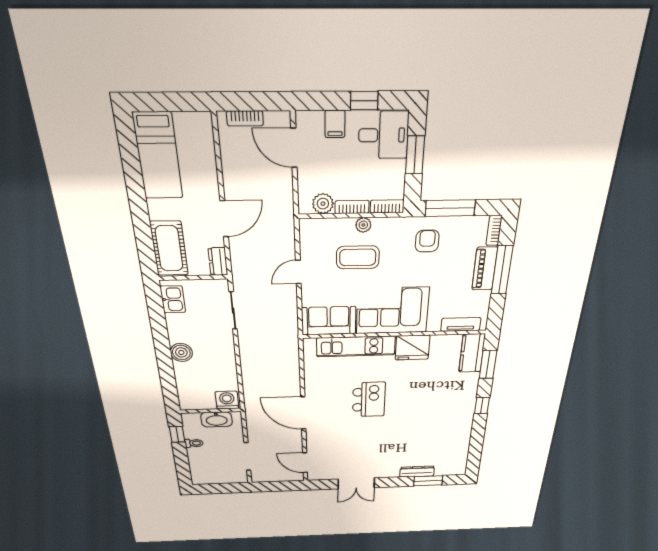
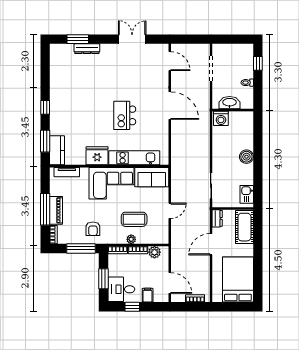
bed: (158, 156) -> (238, 279), width x1.50
window: (177, 434) -> (258, 63), moved

